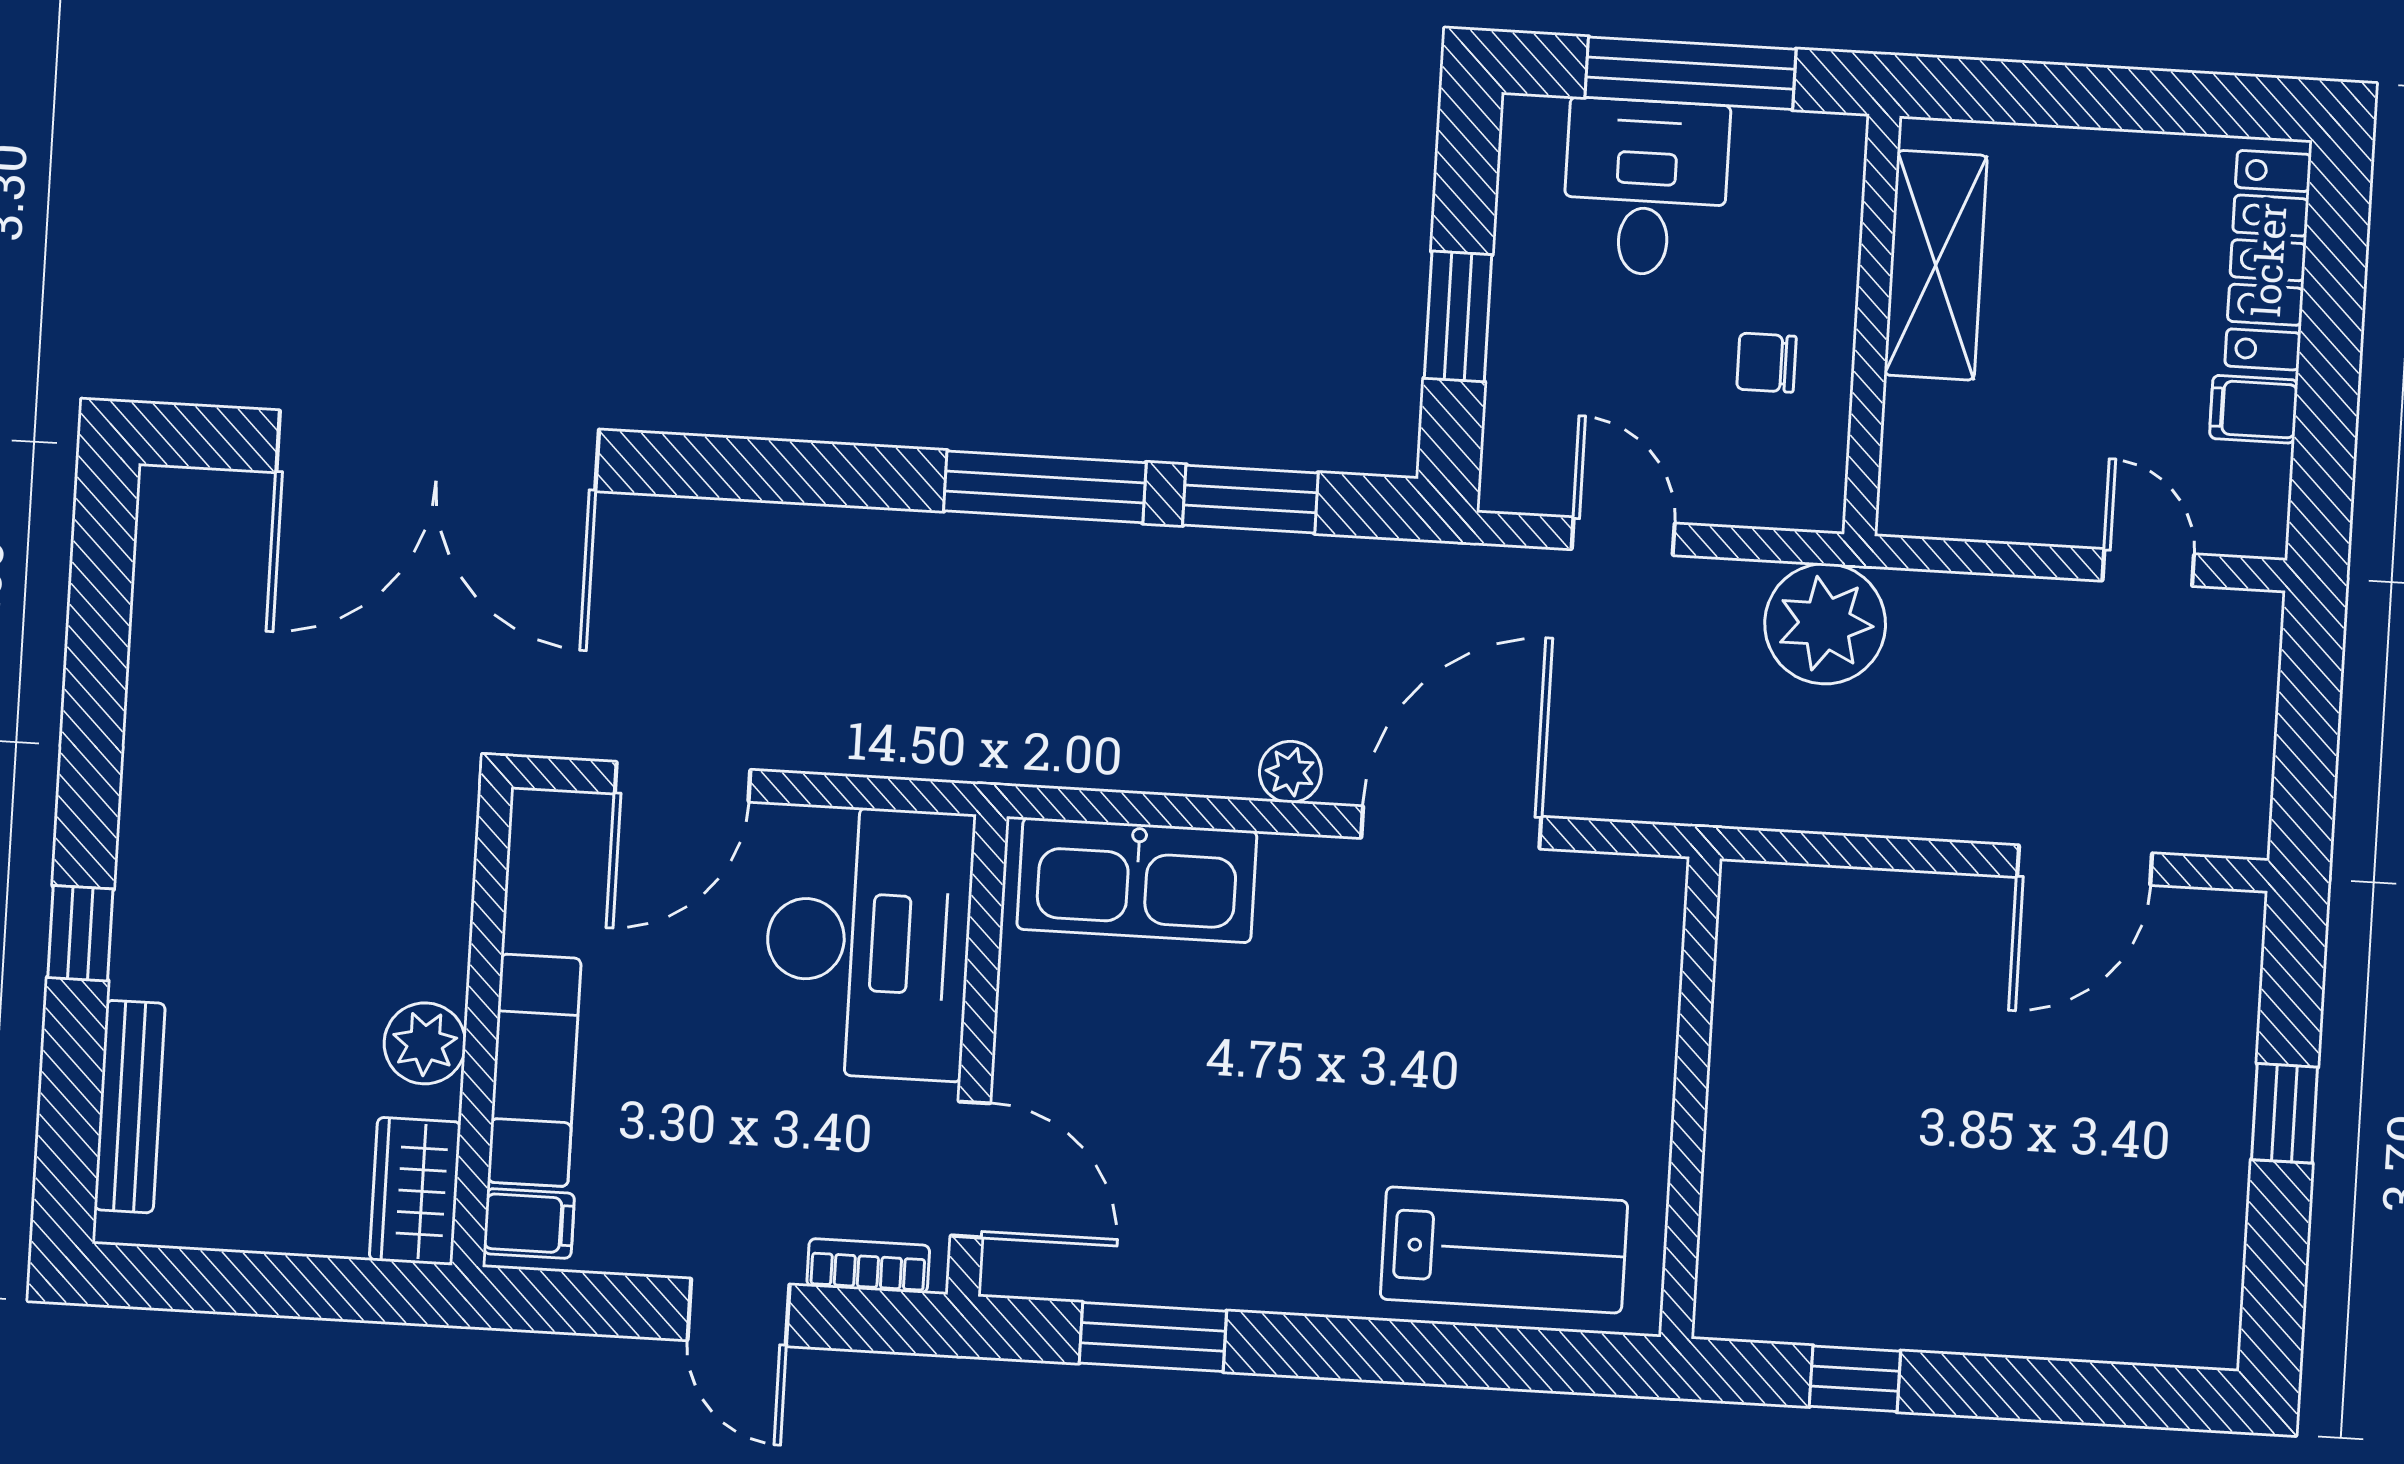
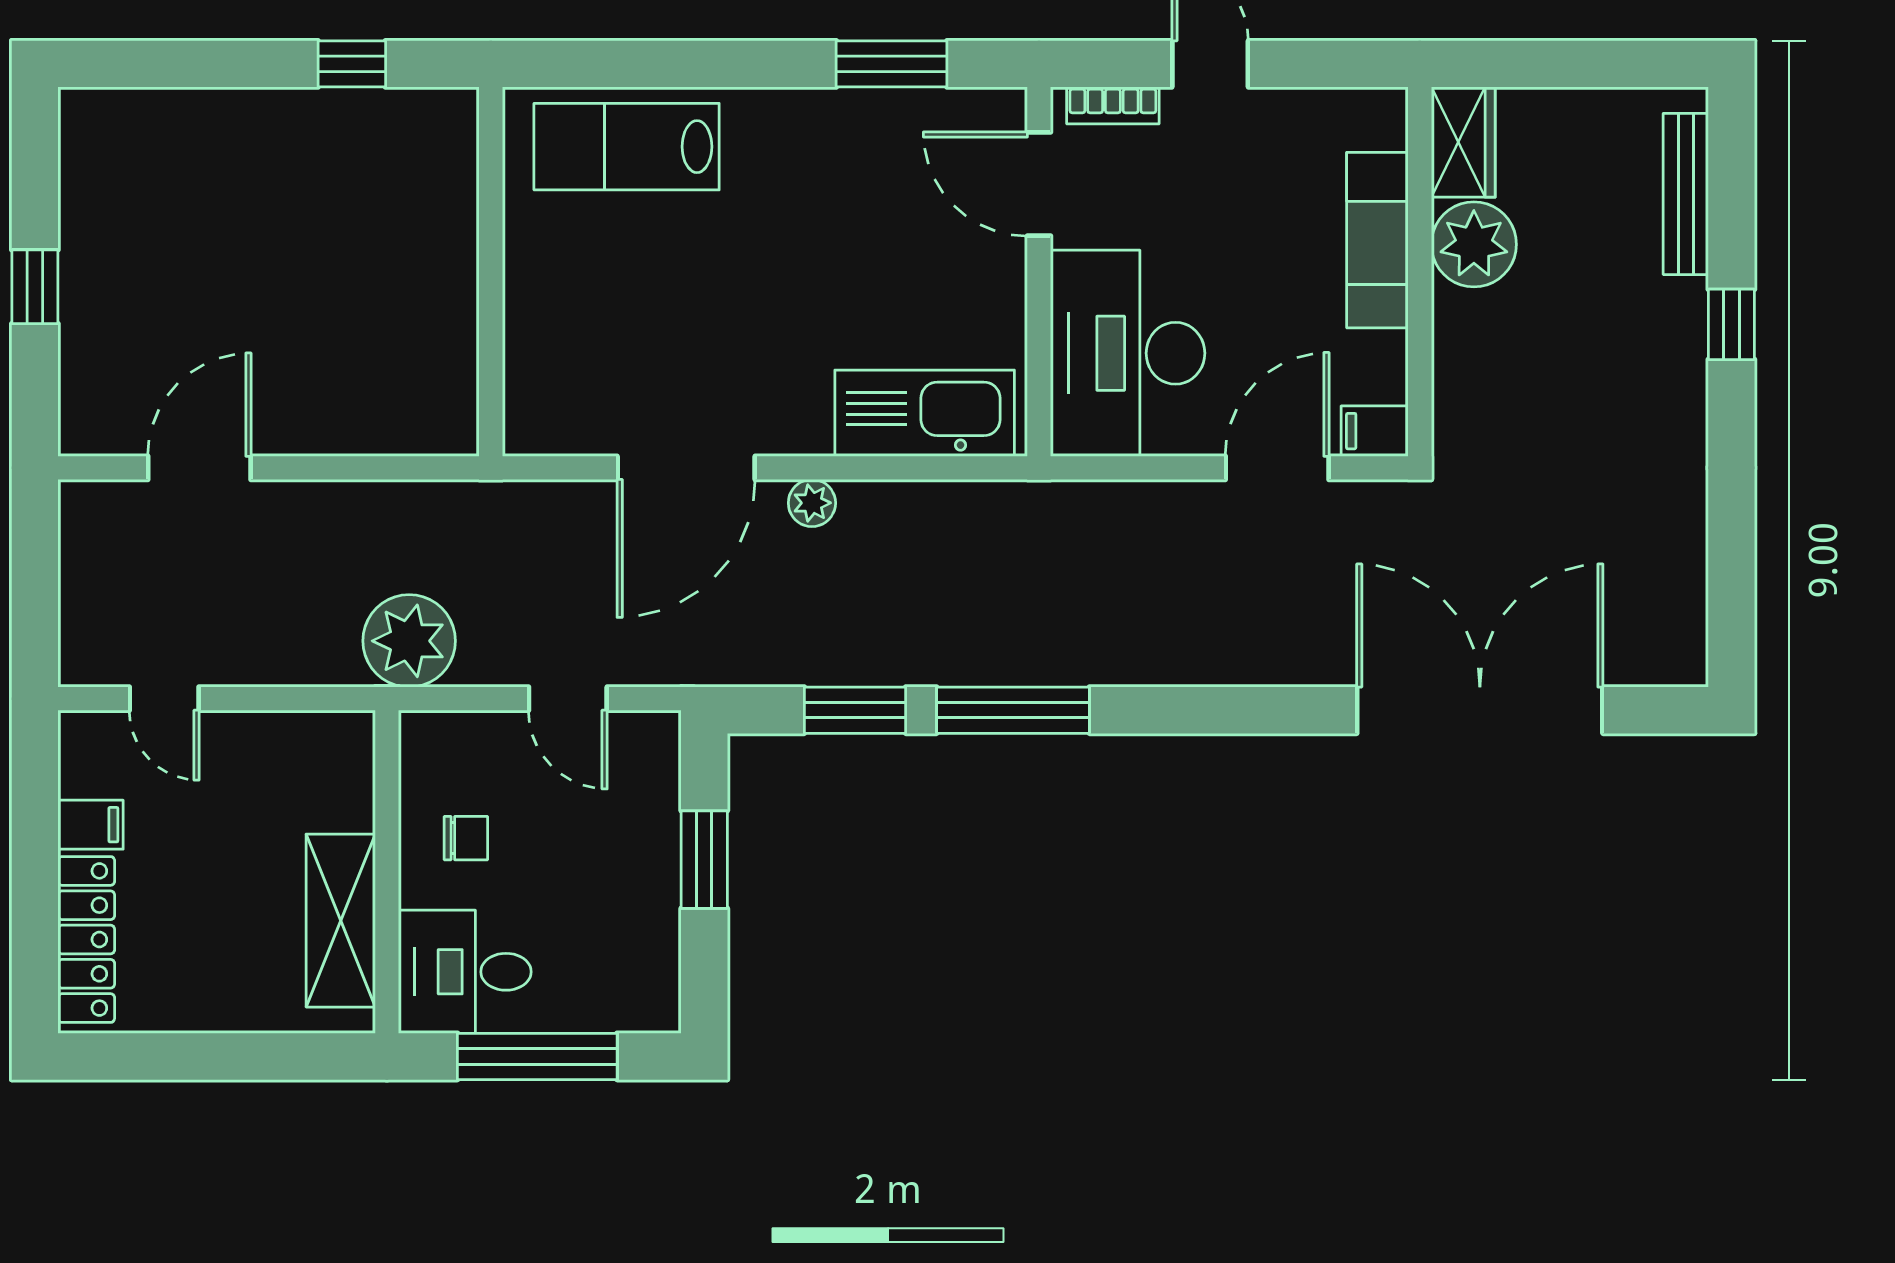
desk: (1646, 187) -> (465, 972), moved, turned 90
plant: (425, 1043) -> (1474, 244), width x1.36, depth x1.36
filing cabinet: (529, 1223) -> (1375, 431), moved

